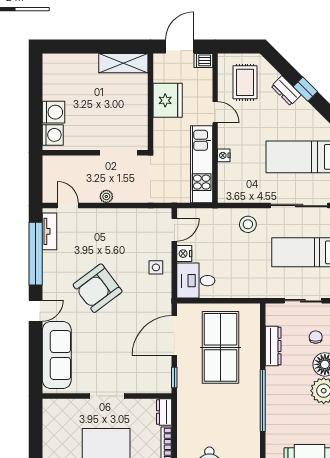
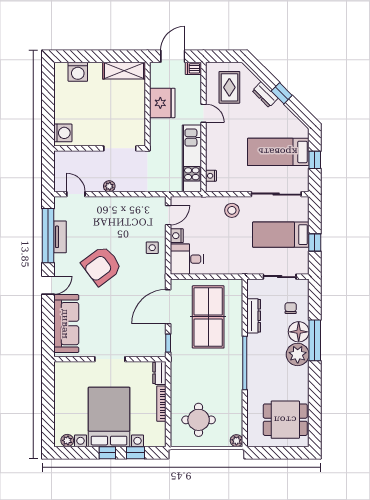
washing machine: (54, 112) -> (78, 72), moved, turned 90
nightstand: (224, 155) -> (211, 176), moved
tv unit: (50, 231) -> (60, 237), moved

